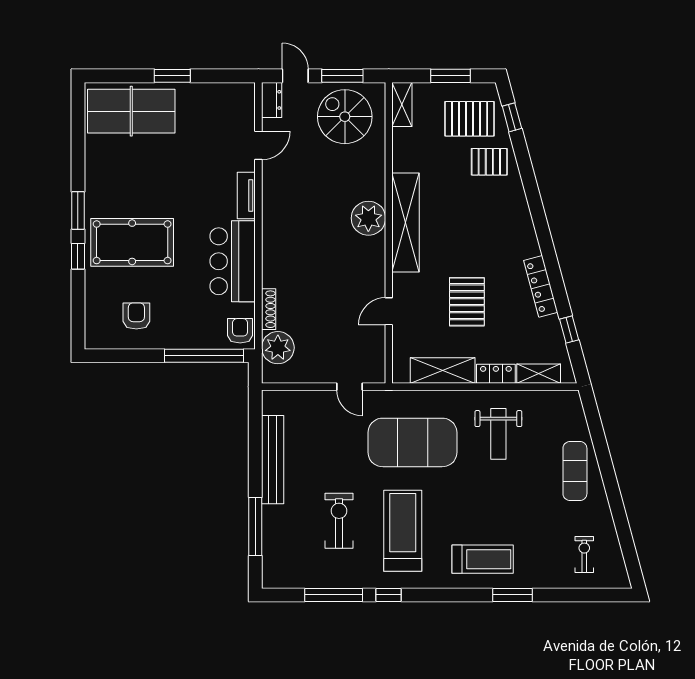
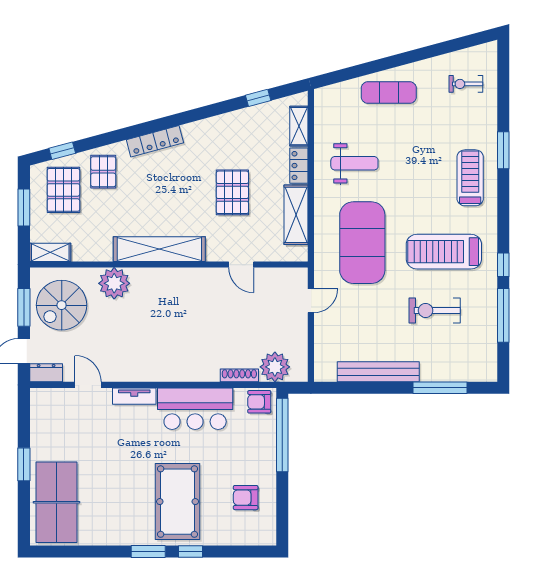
plant: (368, 218) -> (114, 283), moved
locker: (541, 286) -> (155, 141), moved
pallet: (467, 302) -> (232, 192), turned 90

